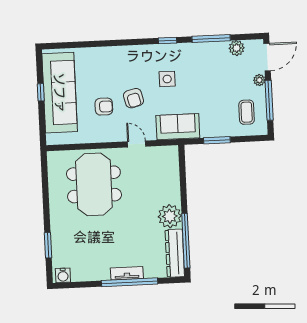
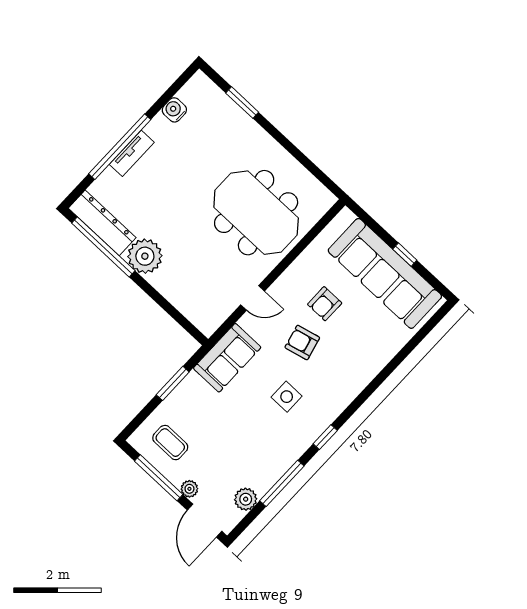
water cooler: (63, 275) -> (174, 110), moved

